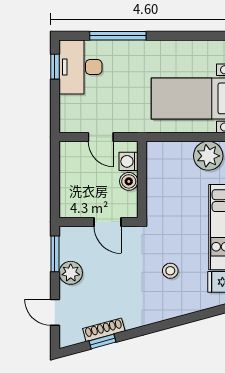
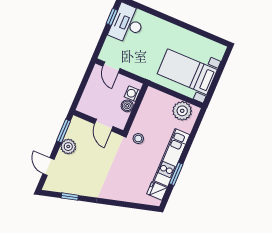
window: (118, 36) -> (158, 14), removed
door: (101, 137) -> (111, 67), moved
stool: (170, 271) -> (138, 139), moved
shoe rack: (104, 330) -> (74, 190), removed

